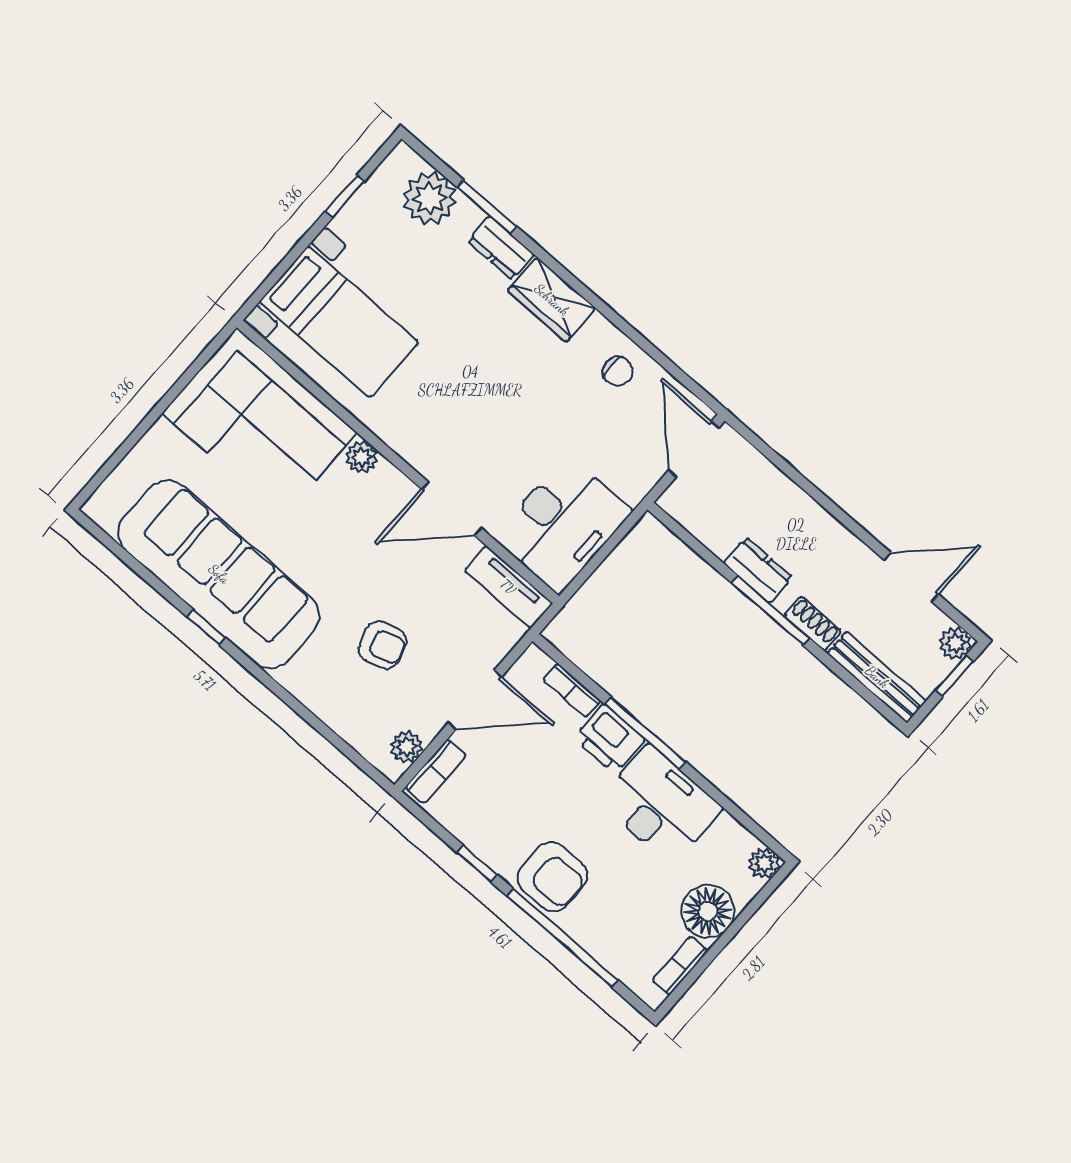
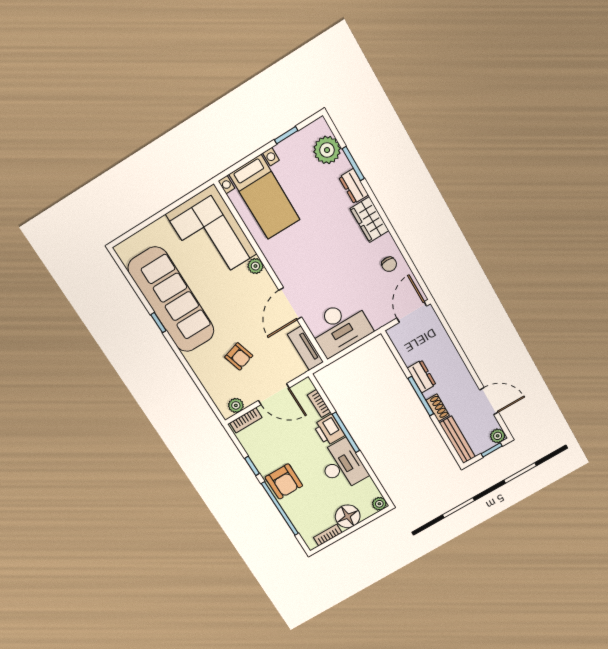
door: (451, 508) -> (290, 304), hinge flipped

